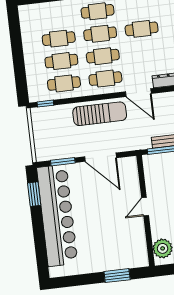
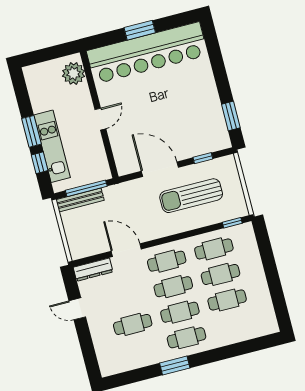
sun lounger: (100, 114) -> (191, 196), moved
window: (63, 162) -> (203, 158), width x0.67
bar counter: (57, 215) -> (147, 53), moved, turned -90
window: (117, 276) -> (140, 30), moved

